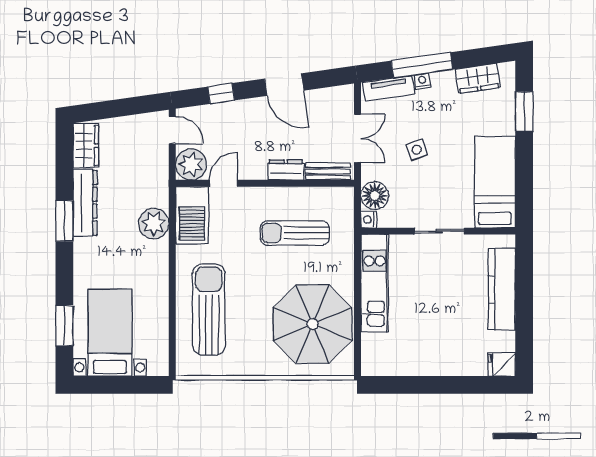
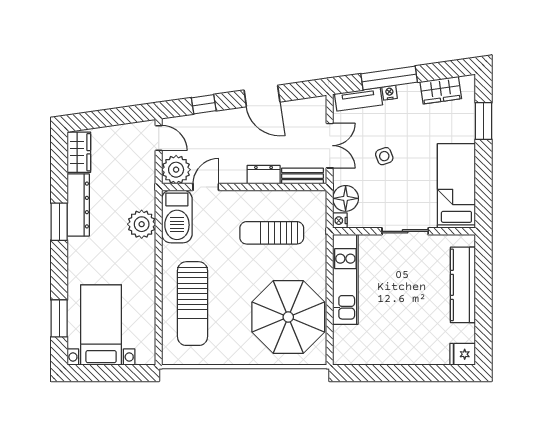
sun lounger: (209, 310) -> (192, 304), turned 180

